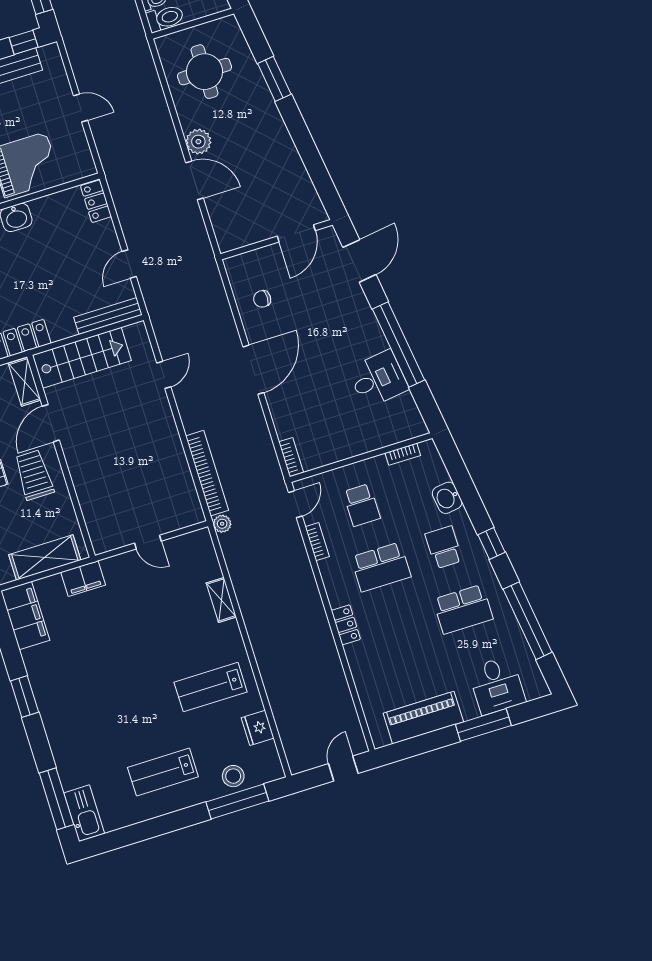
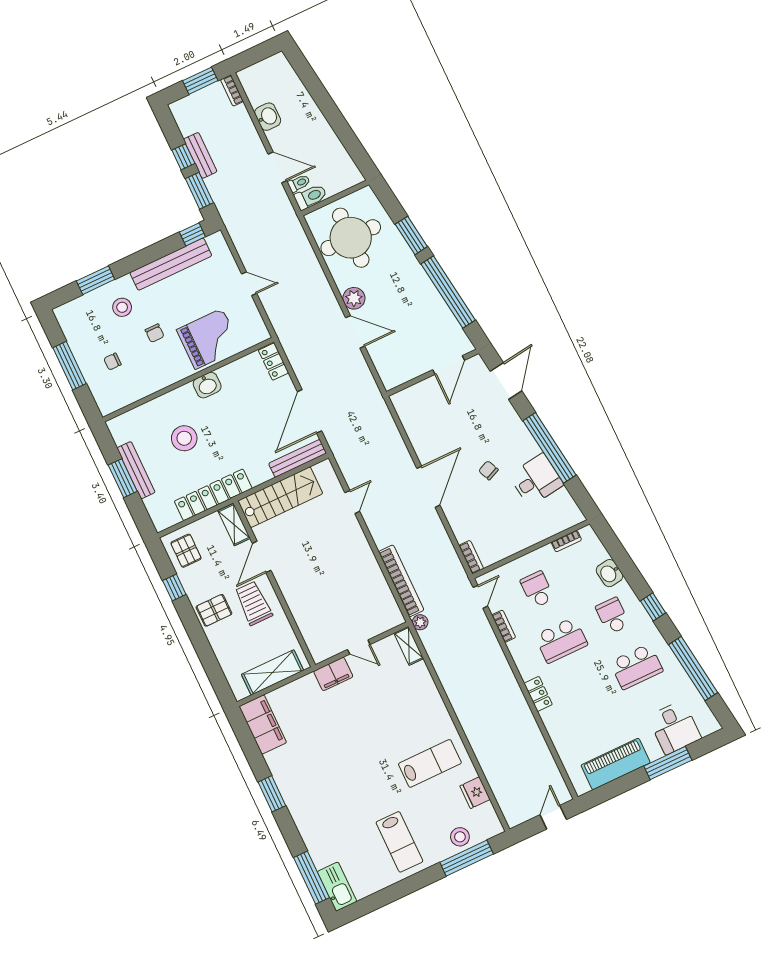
round table: (205, 72) -> (351, 238), width x1.36, depth x1.36
window: (307, 150) -> (448, 292), added
door: (129, 264) -> (309, 411), width x1.88
chair: (262, 299) -> (488, 470), moved, turned 66
school desk: (362, 505) -> (537, 589), turned 180
filing cabinet: (83, 579) -> (333, 674), moved
shelving: (221, 600) -> (409, 646), moved
lab bench: (211, 687) -> (430, 763), turned 180
lab bench: (163, 772) -> (399, 842), turned -90

